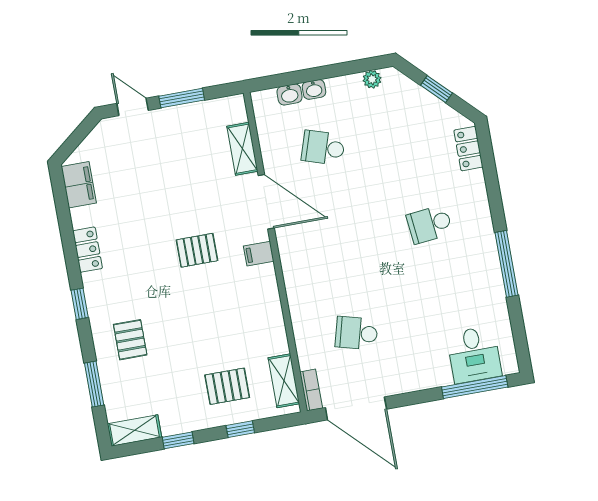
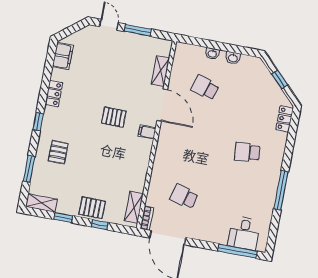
plant: (372, 79) -> (246, 60), removed
washbasin: (290, 94) -> (233, 58), moved
pallet: (227, 386) -> (92, 208), moved

